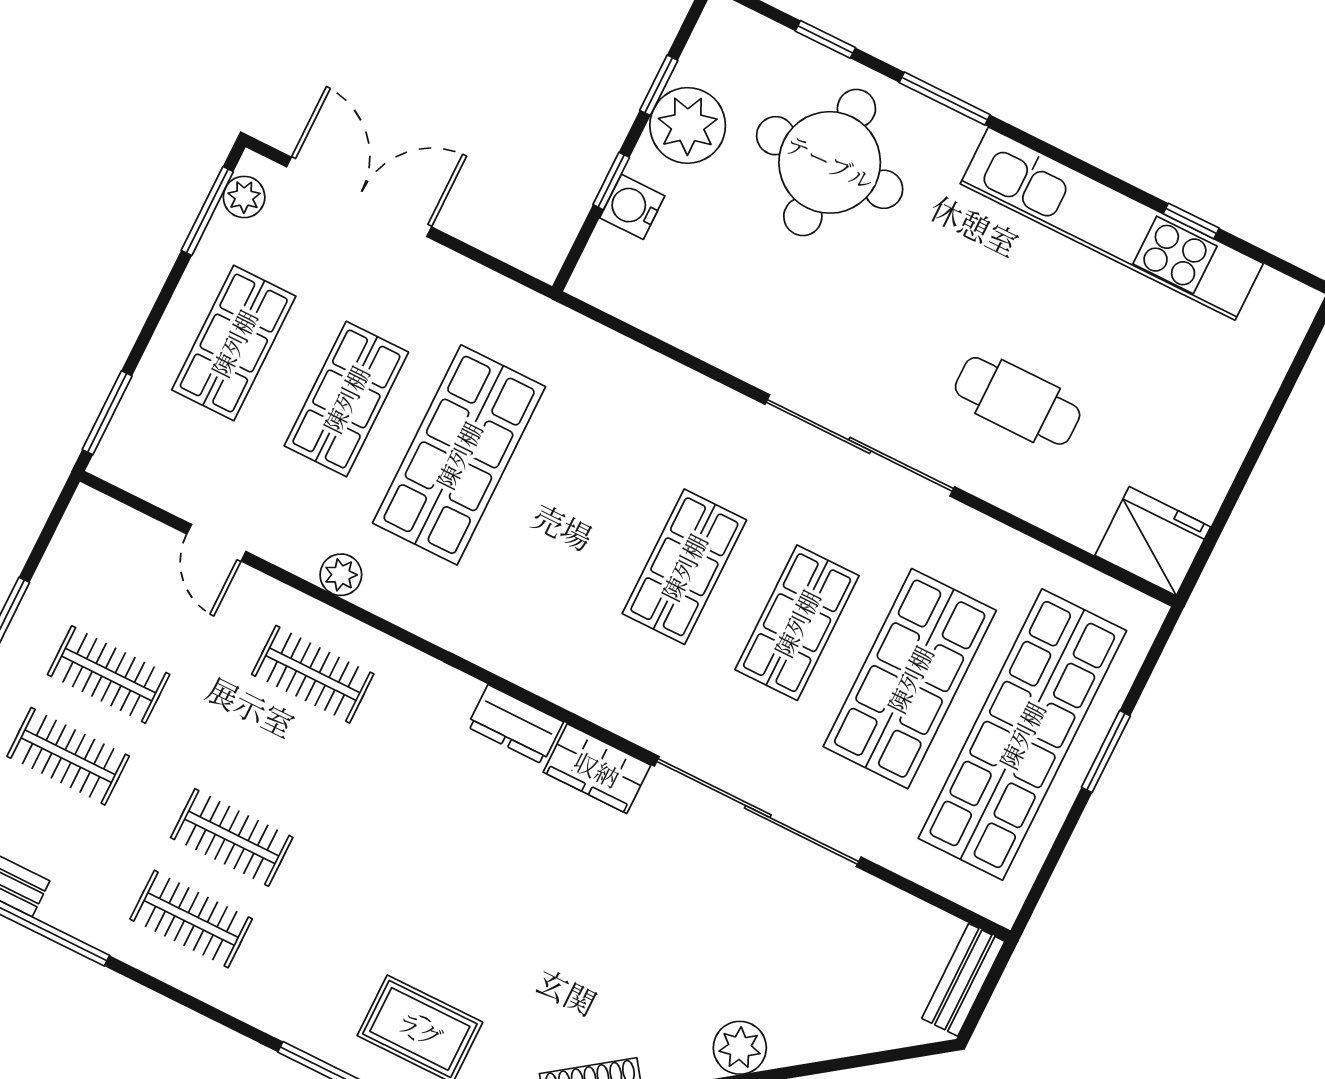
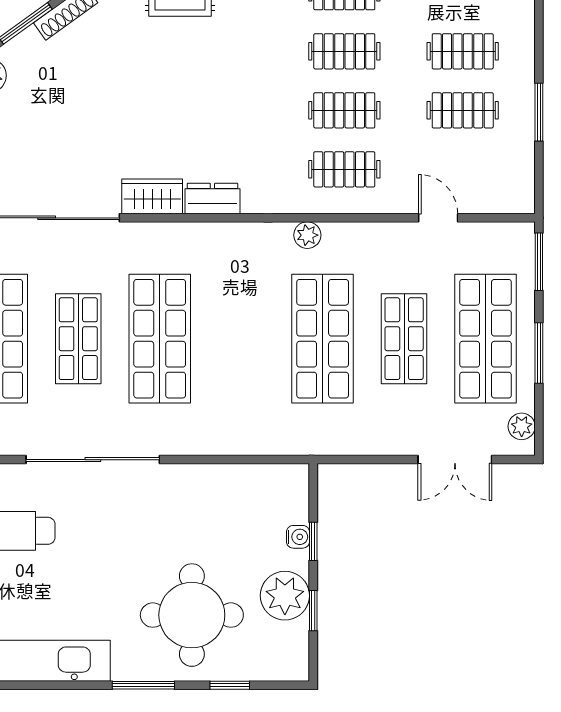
double door: (359, 197) -> (455, 460), width x0.73
water cooler: (632, 207) -> (298, 537), width x0.72, depth x0.72
window: (207, 211) -> (539, 353), moved
shop shelf: (234, 343) -> (486, 339), width x1.43, depth x1.36
shop shelf: (684, 567) -> (160, 339), width x1.43, depth x1.36
plant: (341, 575) -> (307, 235), moved
clothes rail: (272, 756) -> (344, 110), added

